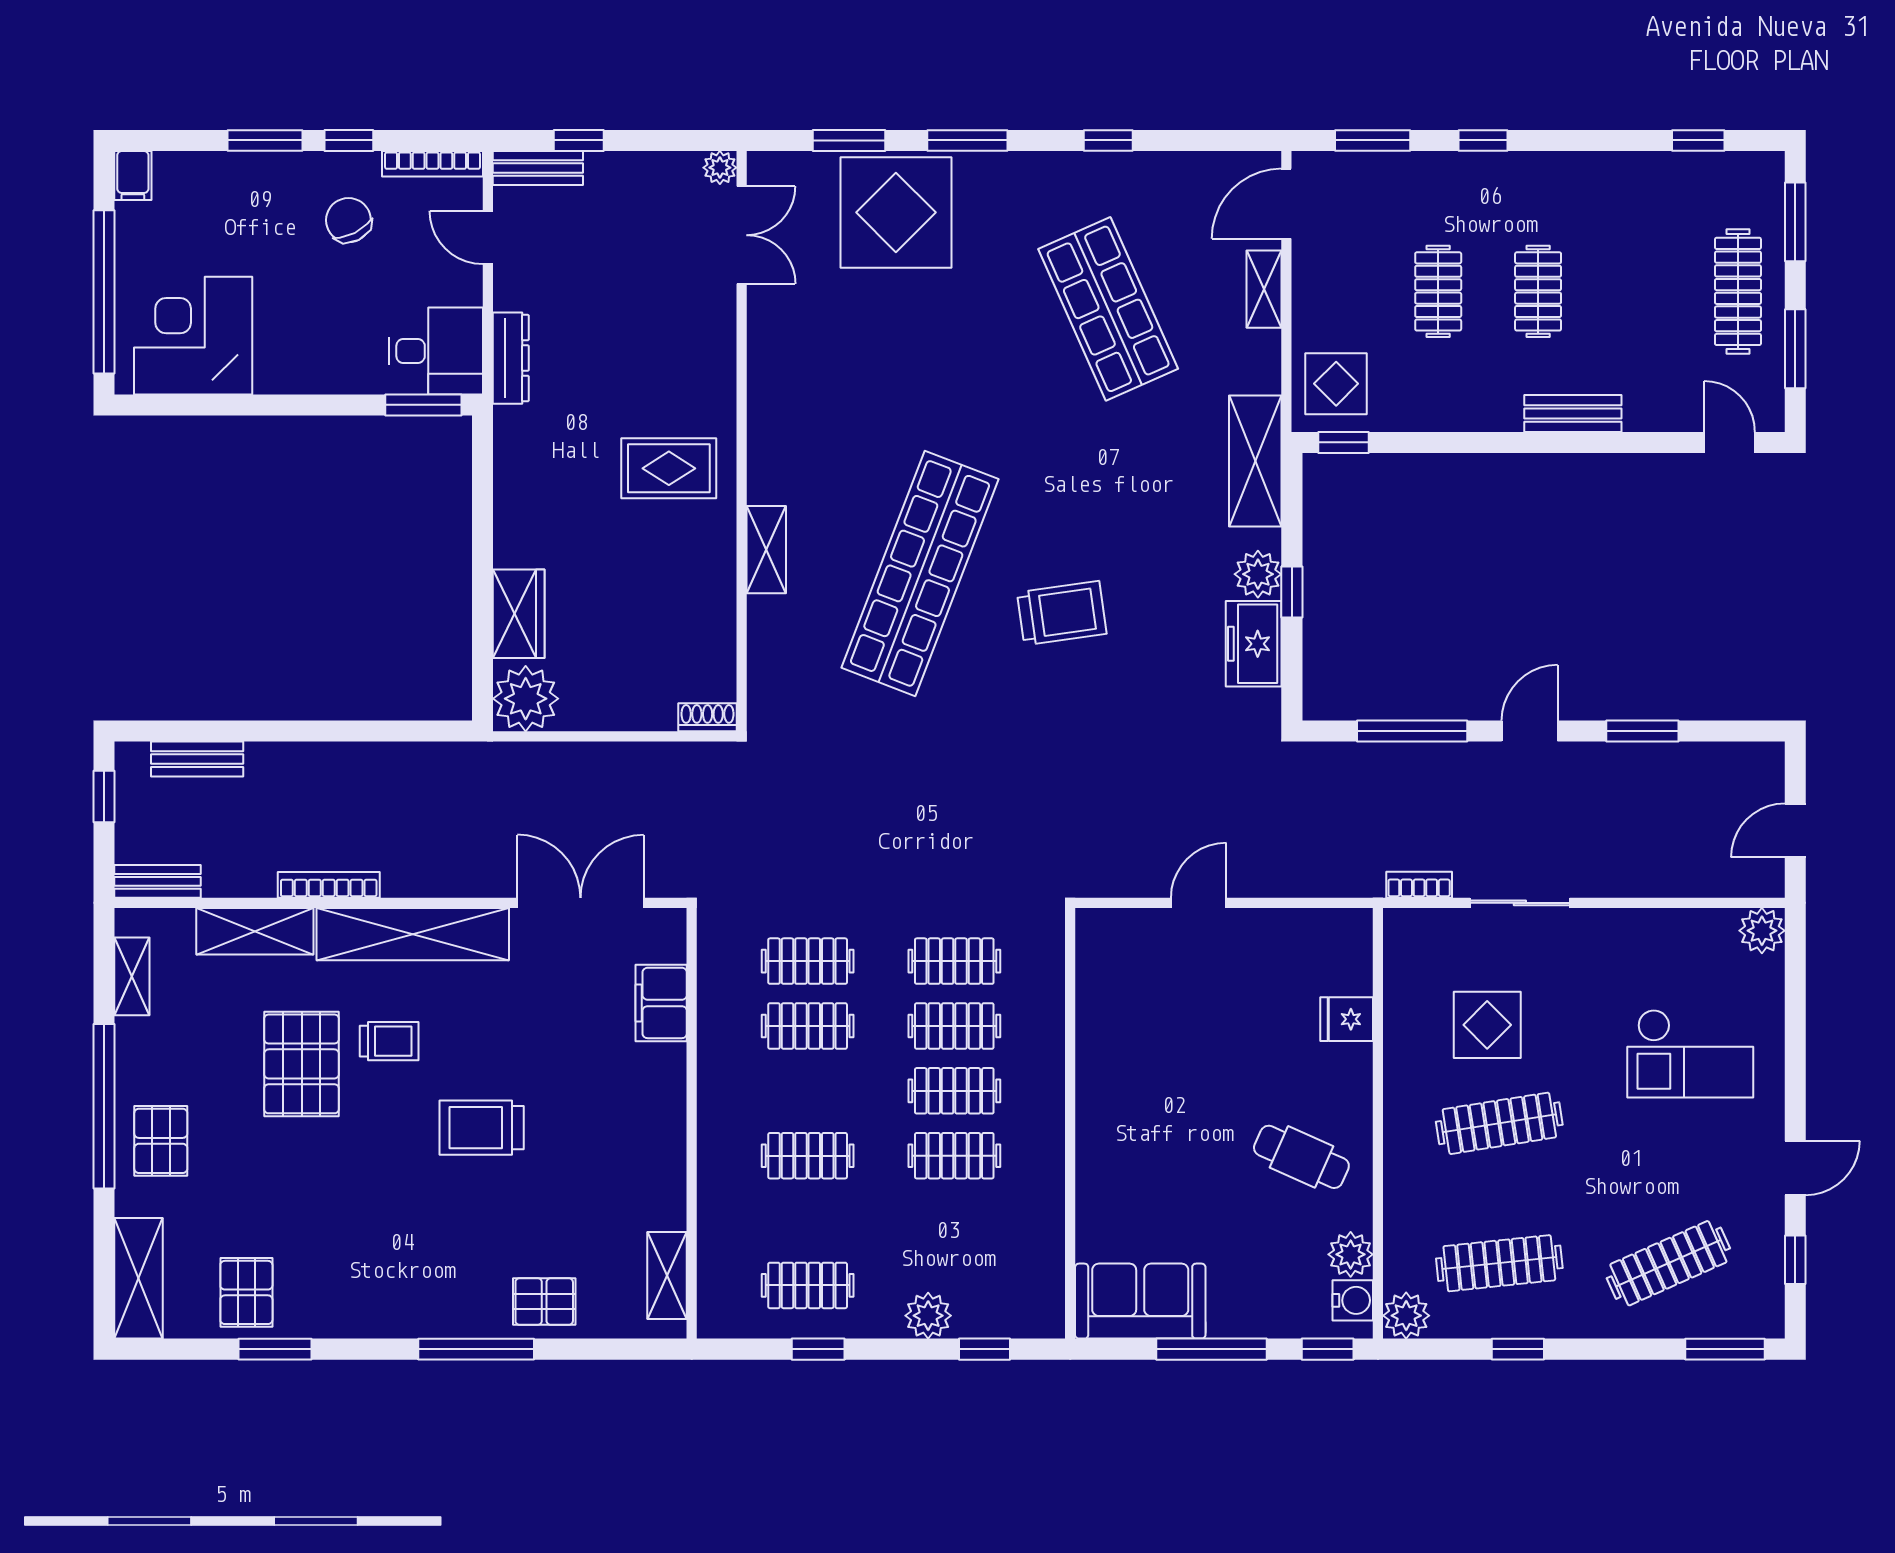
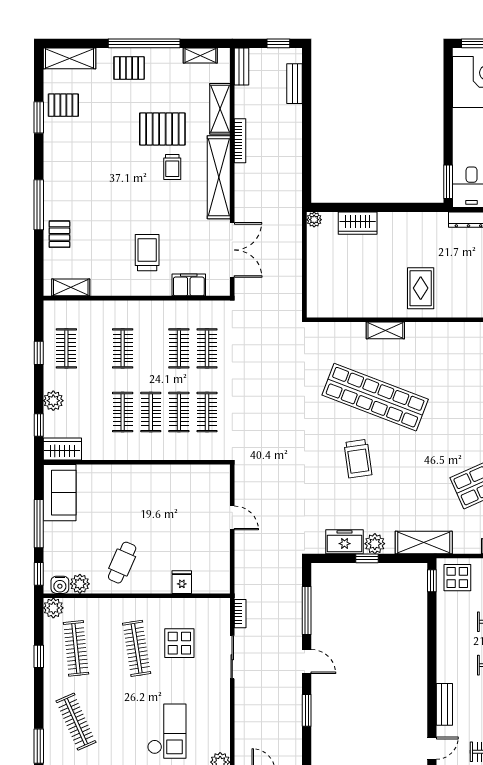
bench: (1573, 413) -> (444, 704), moved
plant: (526, 699) -> (314, 220), width x0.53, depth x0.53
shoe rack: (708, 717) -> (313, 305), removed
checkout: (1690, 1054) -> (167, 731), turned 180
trolley: (482, 1128) -> (147, 253), moved
wardrobe: (1040, 1295) -> (62, 449), added

